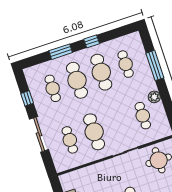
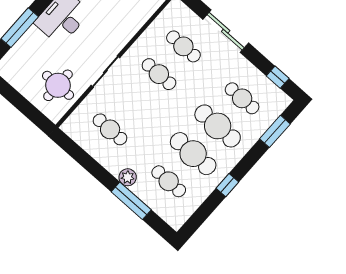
window: (61, 52) -> (275, 131), moved
plant: (154, 97) -> (128, 177), moved
window: (27, 98) -> (278, 77), moved
cafe table: (94, 132) -> (159, 74), width x0.73, depth x0.74

